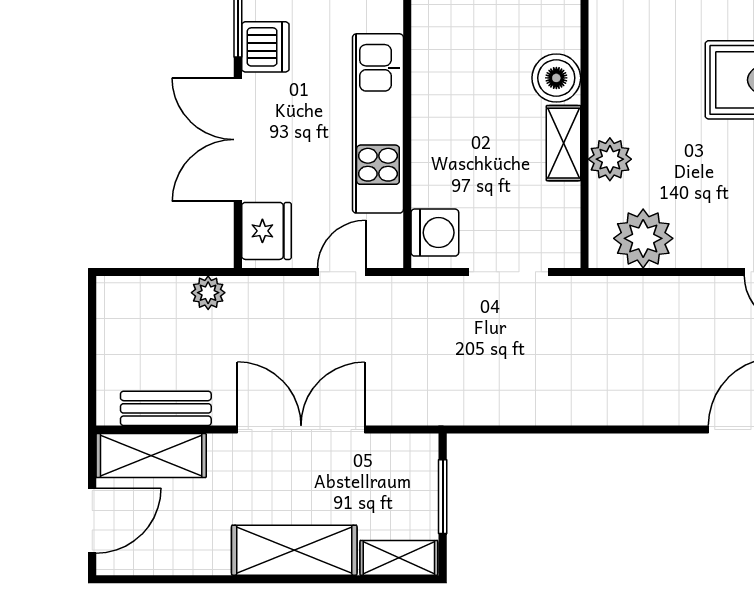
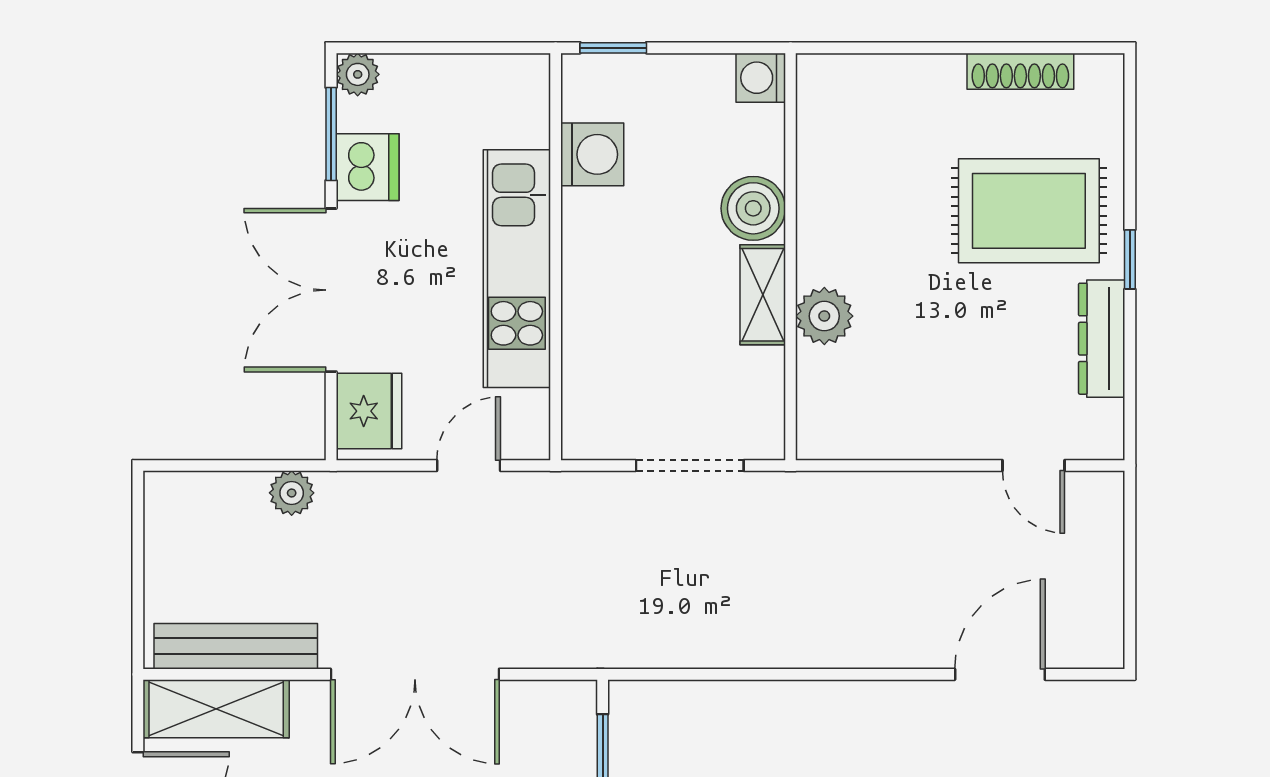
washing machine: (435, 233) -> (592, 154), moved
plant: (643, 238) -> (868, 421), removed
bench: (166, 408) -> (236, 646), width x1.36
double door: (301, 430) -> (415, 674), swing flipped

